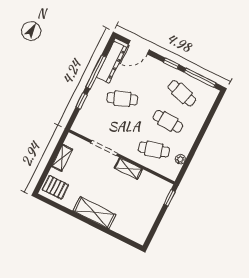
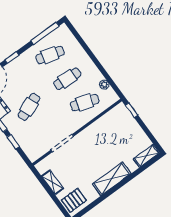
window: (171, 63) -> (12, 57), moved
cafe table: (154, 150) -> (85, 102), turned 33
shelving: (128, 168) -> (146, 156), moved

